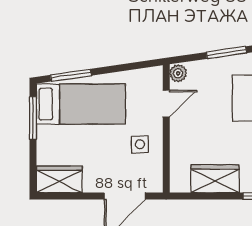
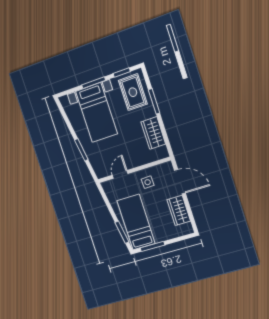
plant: (178, 73) -> (101, 173), removed
door: (166, 104) -> (120, 174), hinge flipped
wardrobe: (59, 179) -> (179, 210), moved

